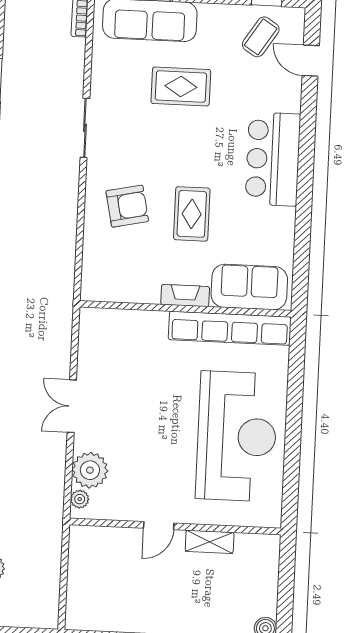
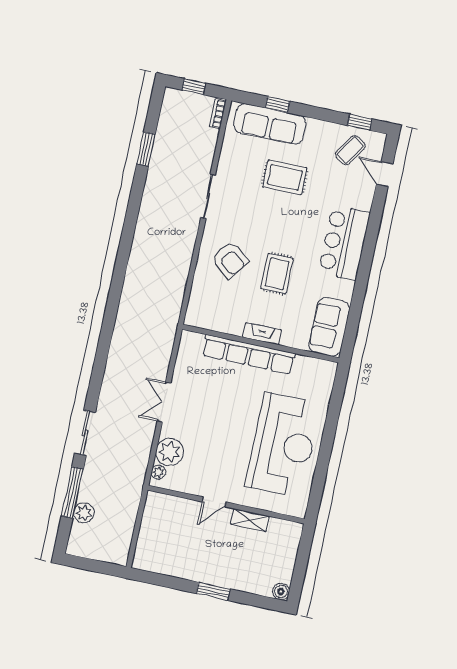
armchair: (127, 206) -> (230, 260), turned 50
sofa: (249, 287) -> (329, 327), moved, turned -90
row of seats: (230, 328) -> (249, 354), moved

